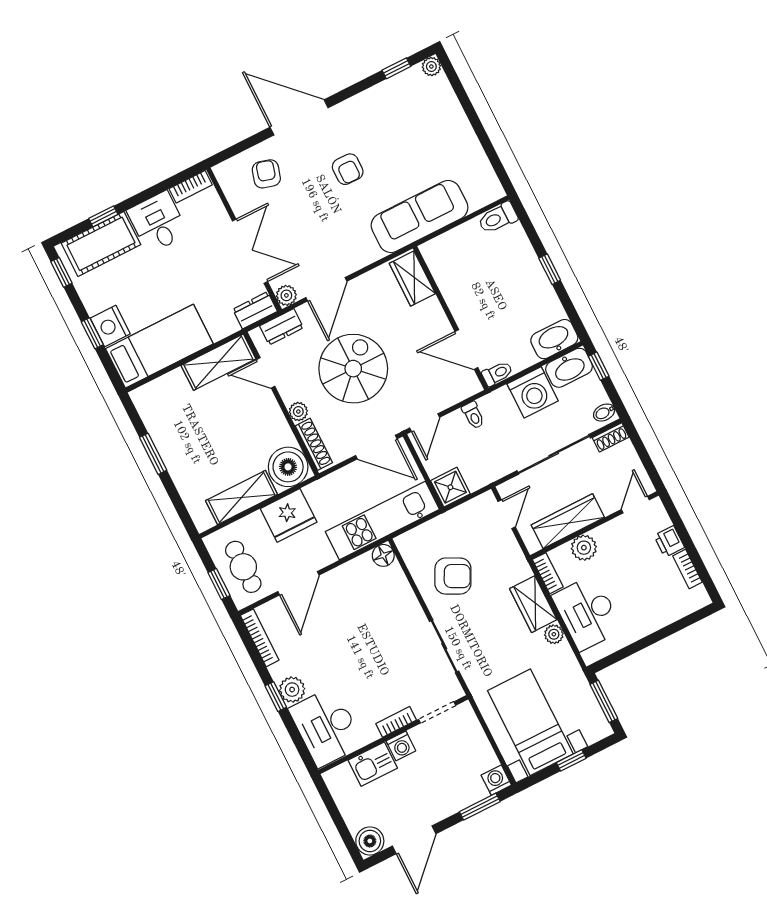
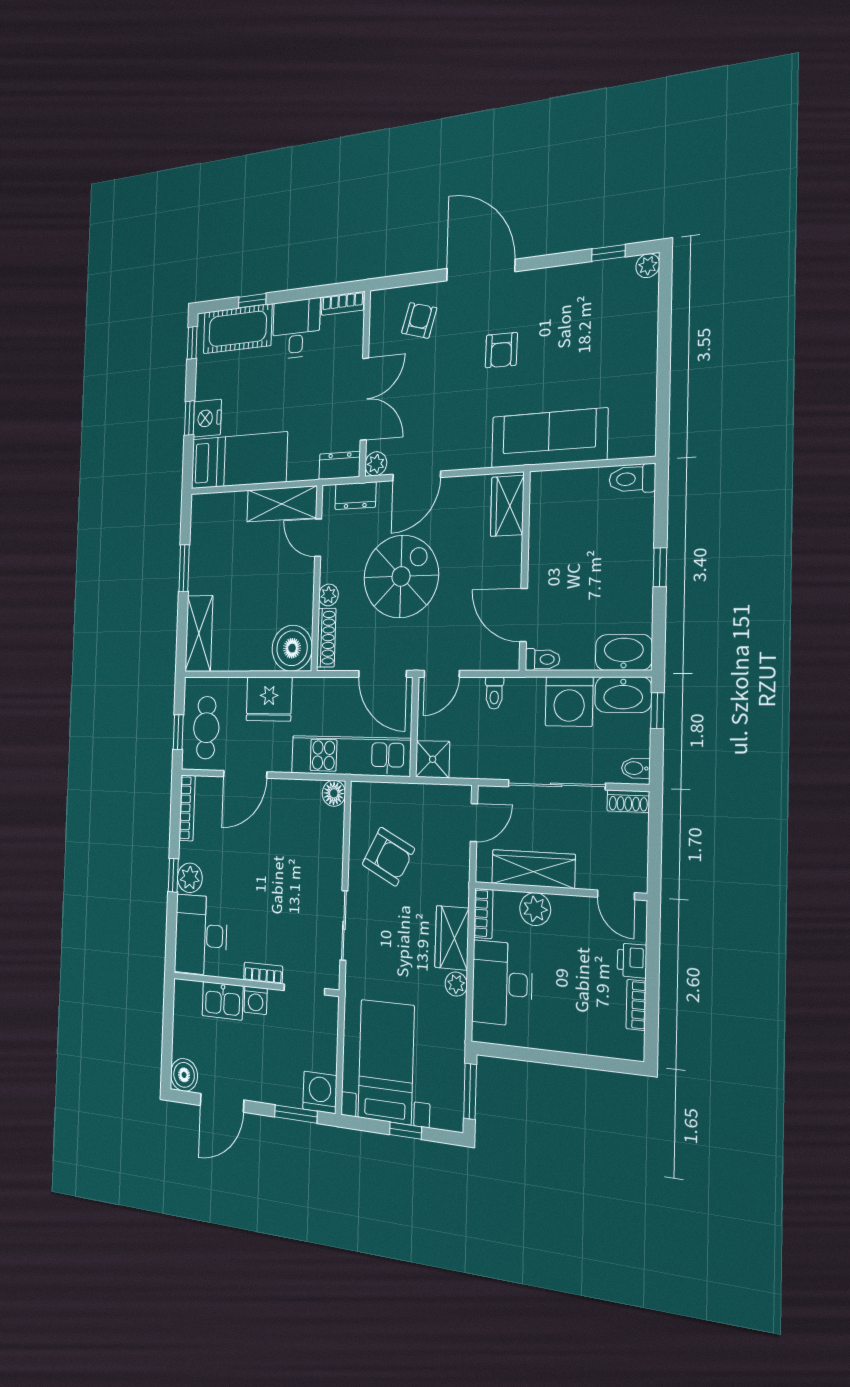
shelving: (242, 497) -> (199, 634), moved, turned 90
door: (635, 505) -> (616, 895), swing flipped
washing machine: (496, 780) -> (320, 1092), width x1.38, depth x1.38

